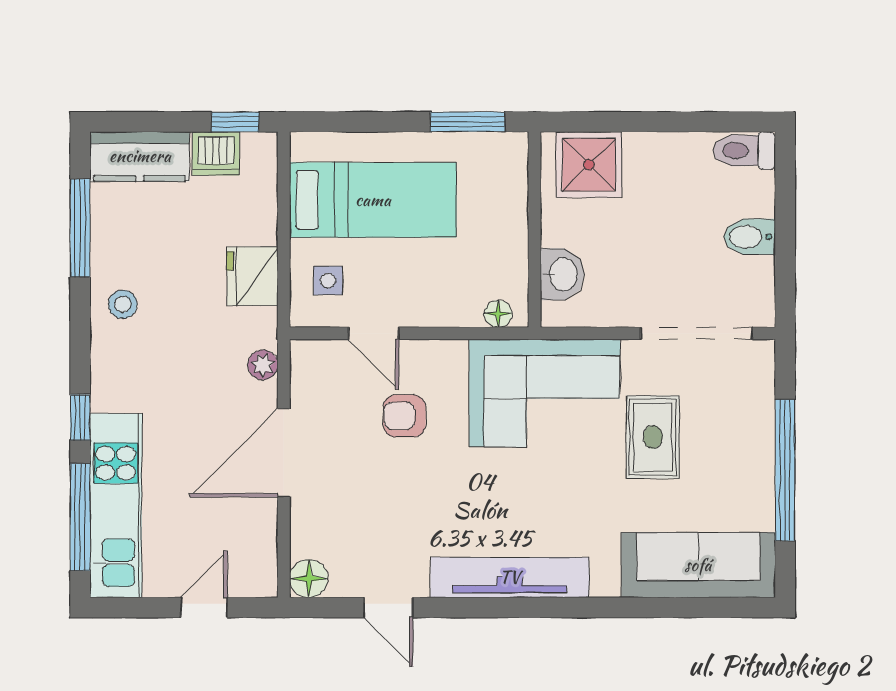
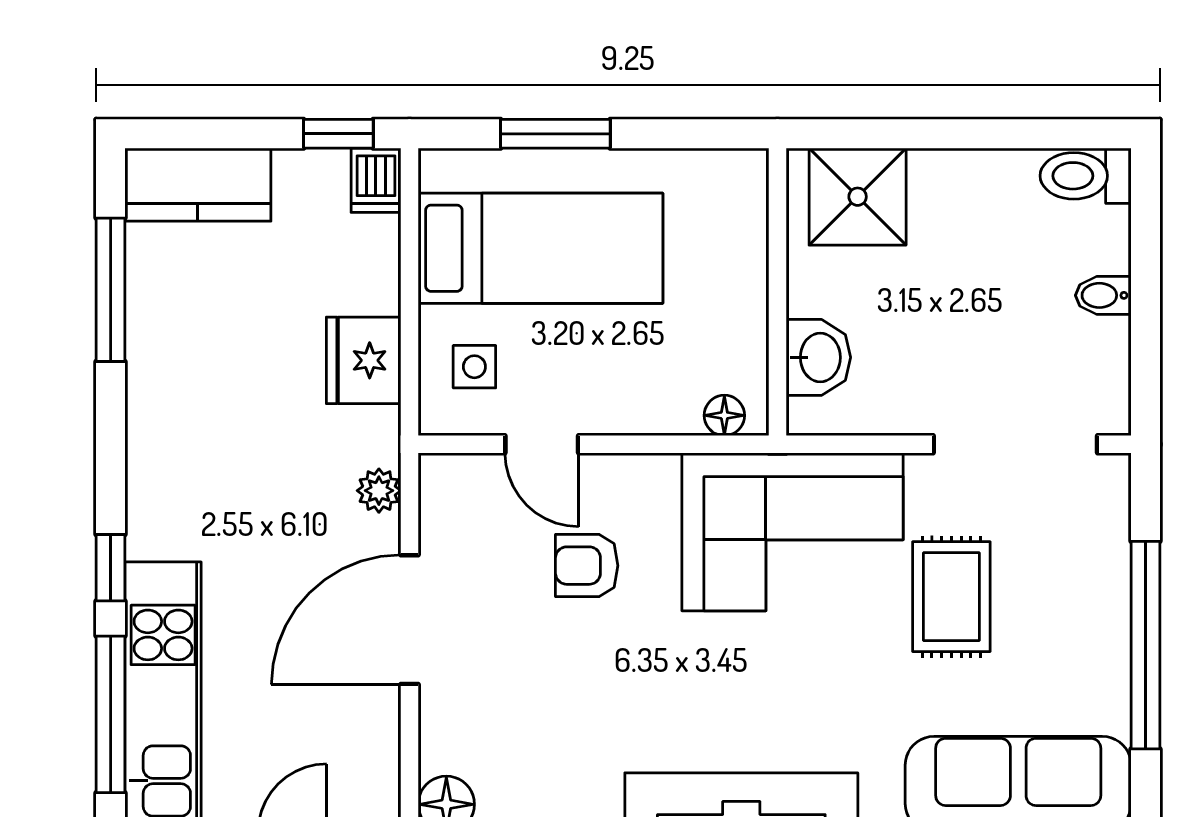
window: (468, 122) -> (555, 134), moved
dishwasher: (216, 154) -> (376, 180), moved, width x0.73
bidet: (749, 237) -> (1103, 295), width x0.72, depth x0.74
stool: (123, 304) -> (173, 402), removed

